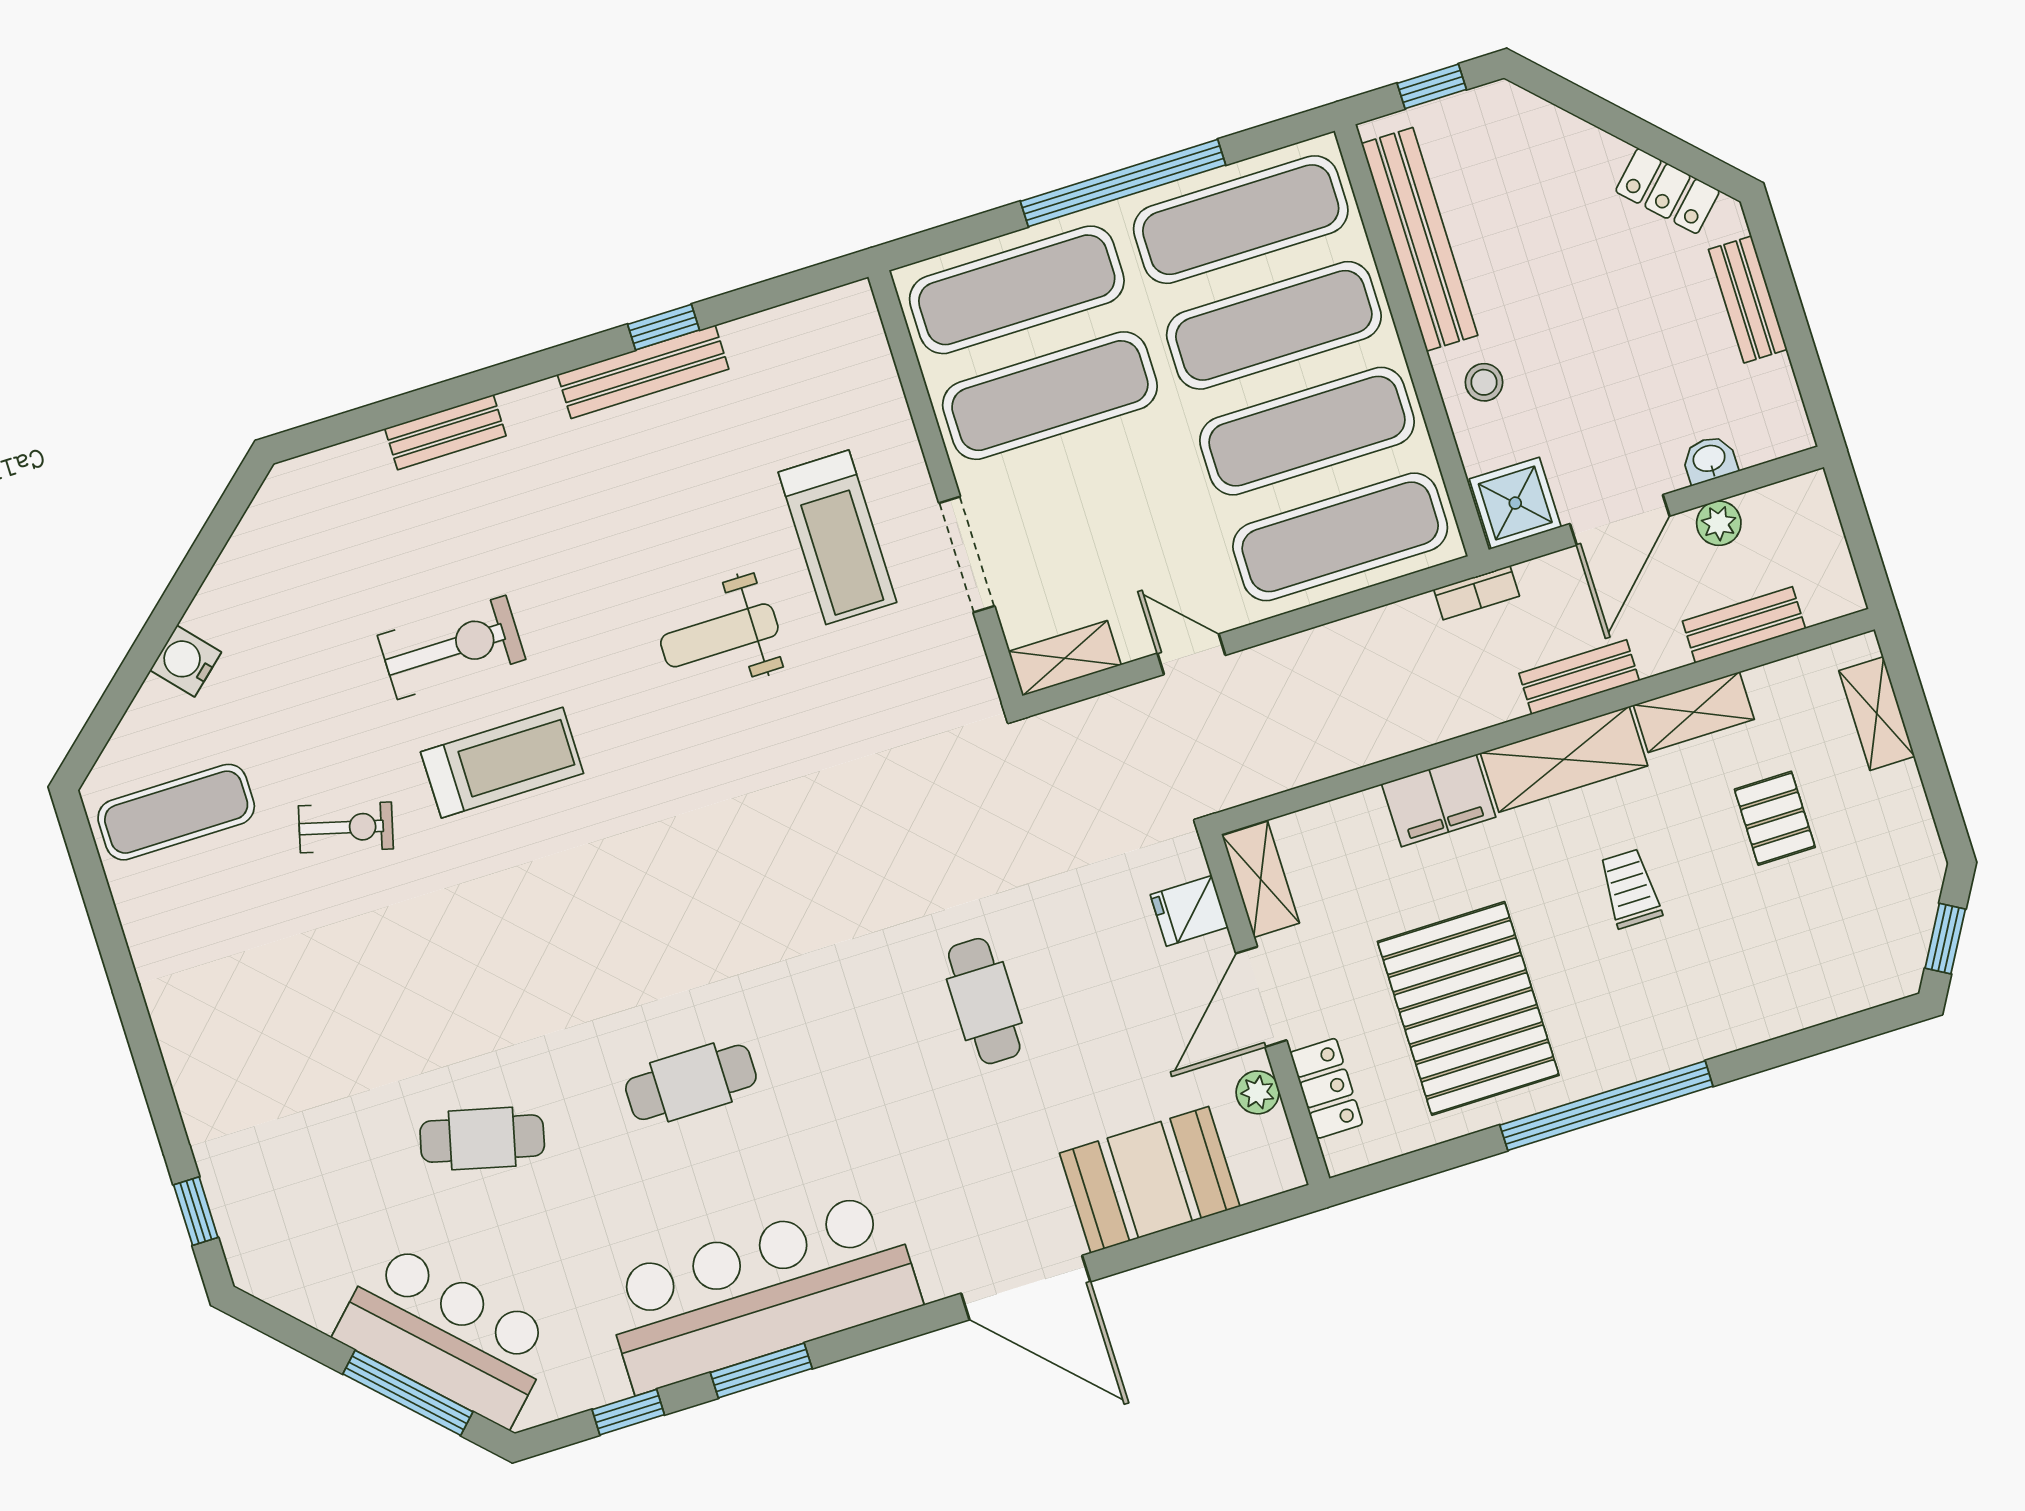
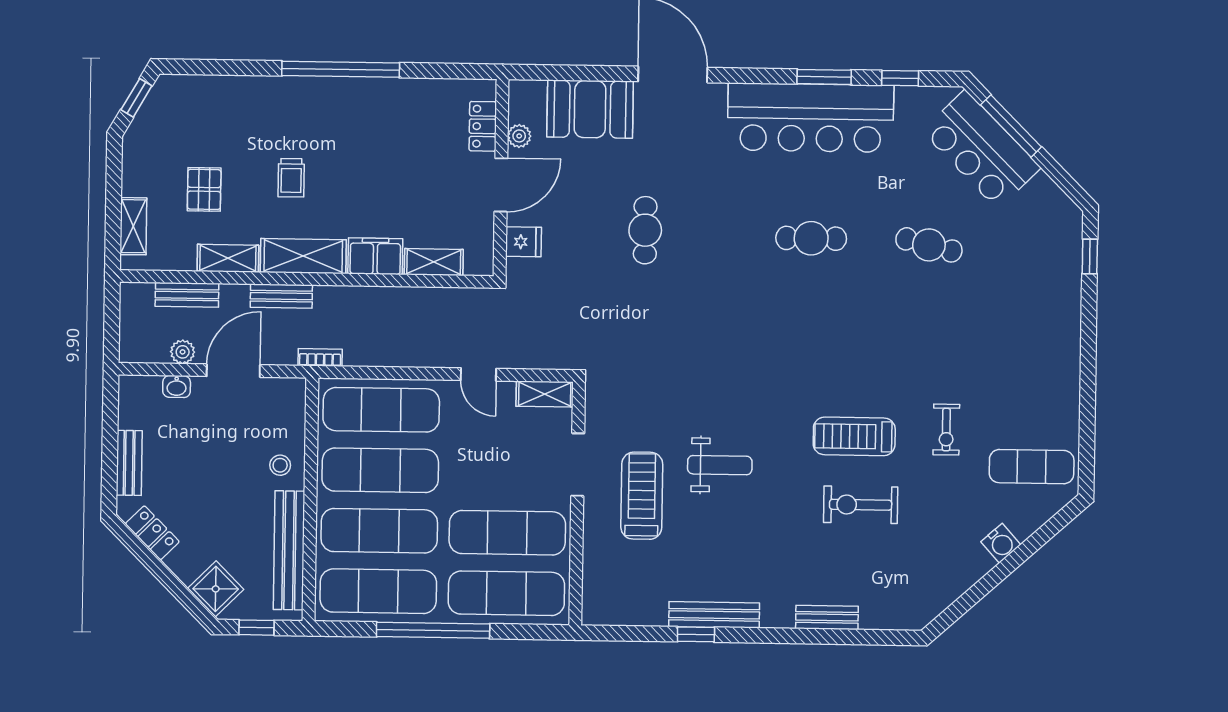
shower: (1515, 503) -> (216, 589), moved, turned 45
exercise bike: (346, 827) -> (946, 430), turned -105
shelving: (1261, 879) -> (434, 262), moved, turned 90
pallet: (1468, 1008) -> (396, 143), removed

